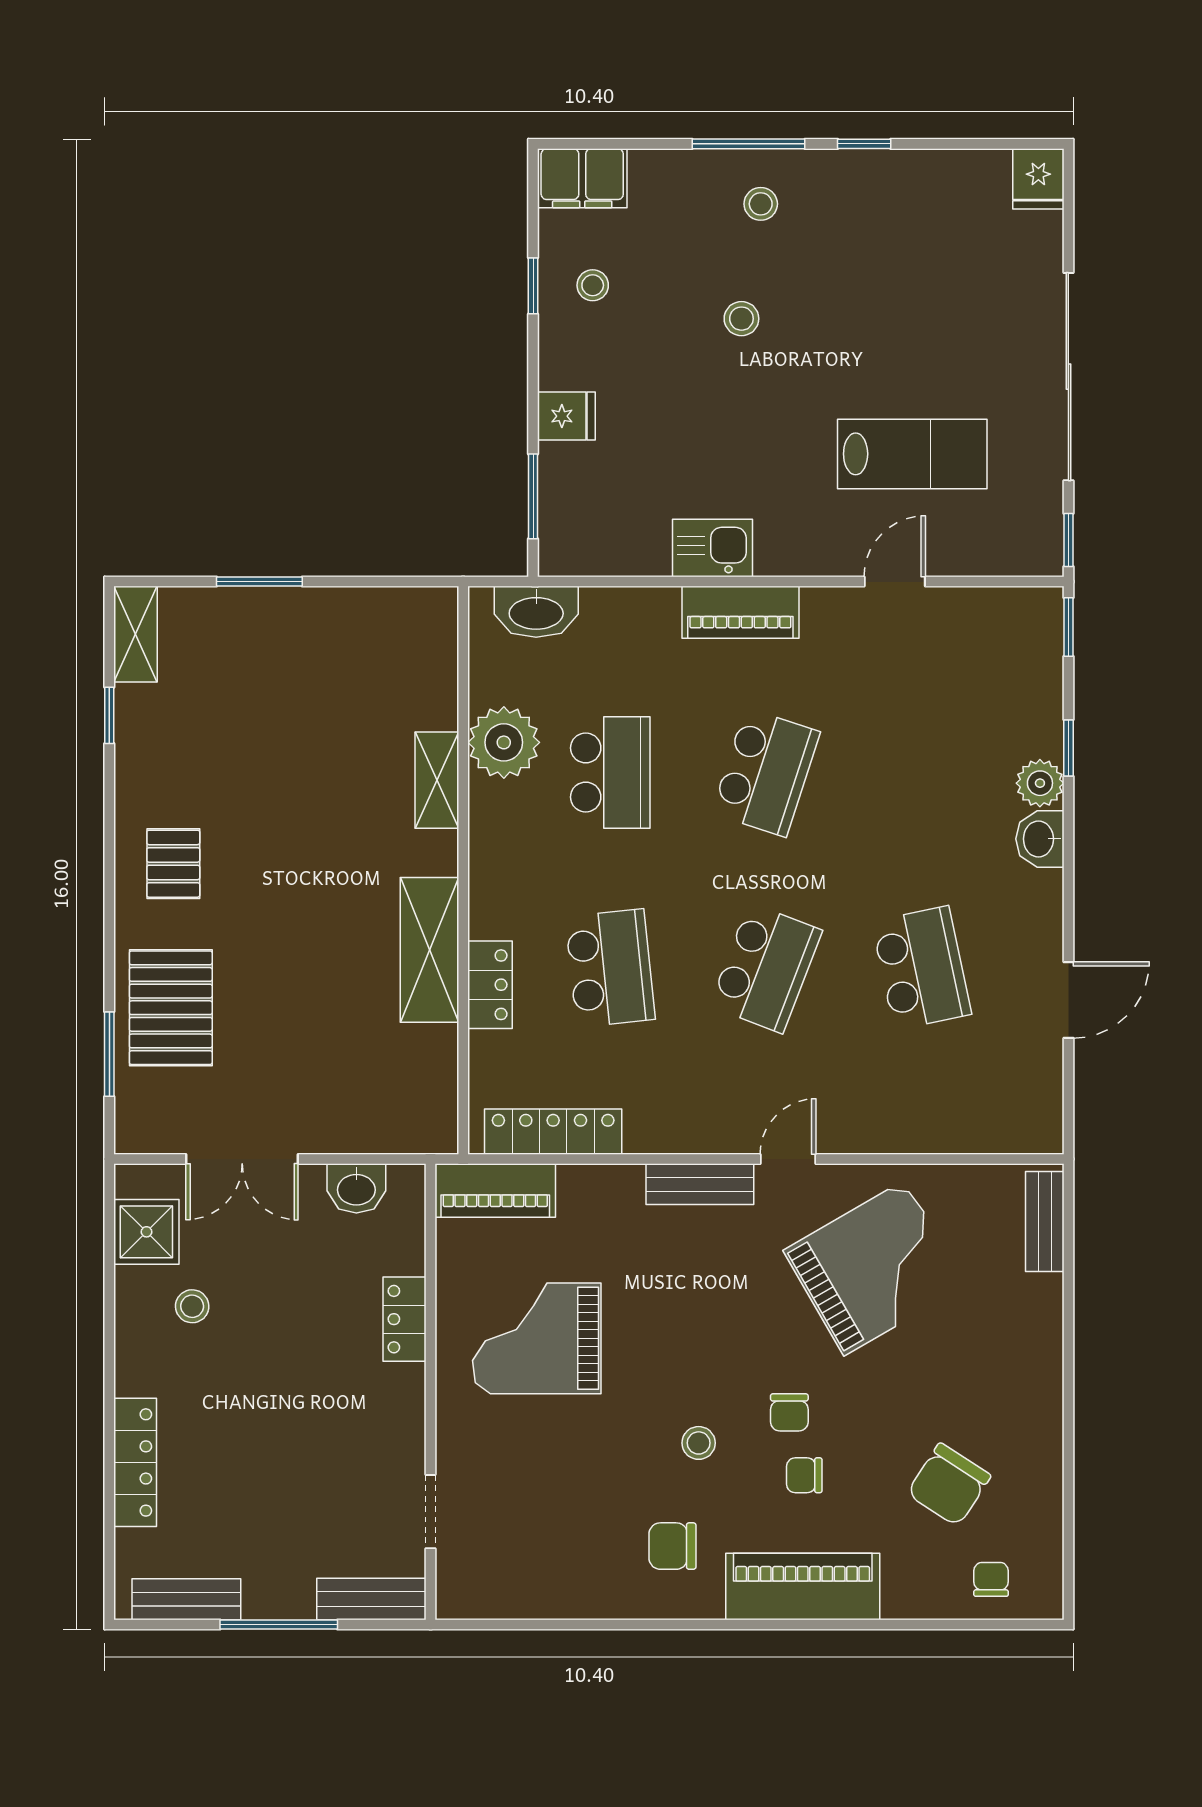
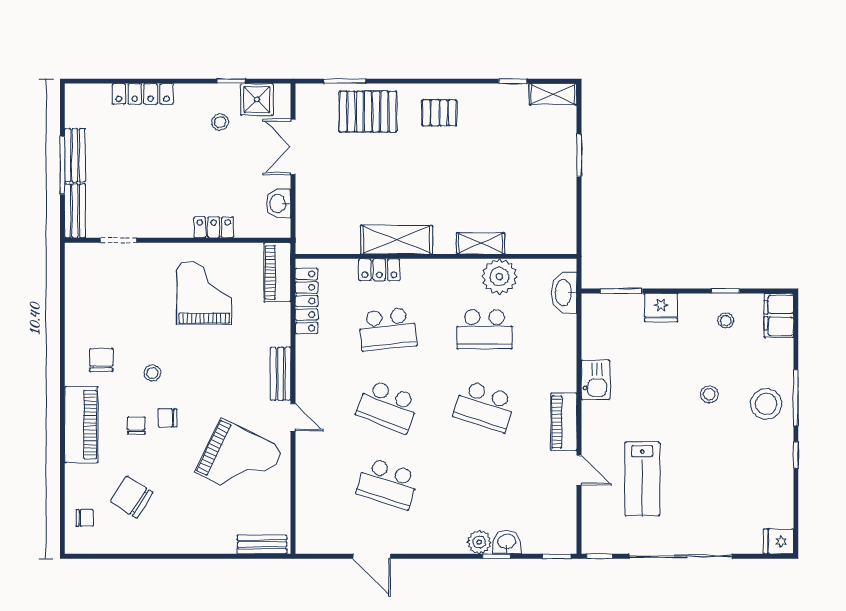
stool: (761, 204) -> (766, 404), width x1.89, depth x1.89
fridge: (566, 416) -> (661, 308), width x1.38
piano: (740, 612) -> (564, 422), moved
washbasin: (1040, 839) -> (507, 542), moved
school desk: (921, 968) -> (388, 483), turned 30
grand piano: (875, 1268) -> (239, 460), turned -34
window: (109, 1284) -> (231, 81), added
bench: (186, 1599) -> (75, 155), moved

